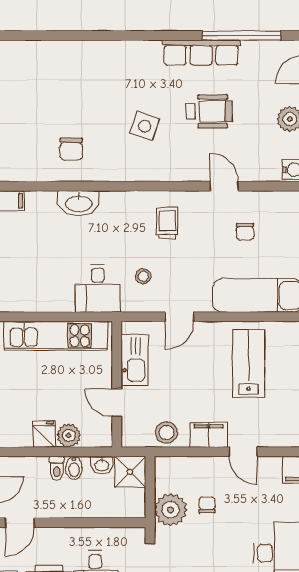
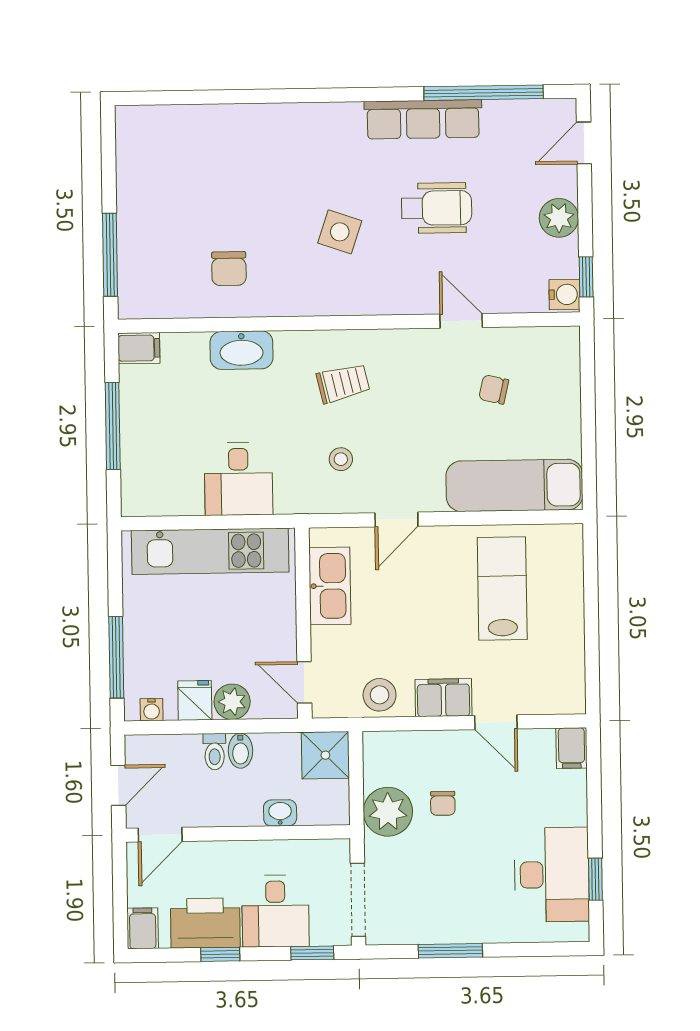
trolley: (167, 223) -> (343, 383), moved, turned 77
chair: (245, 232) -> (494, 389), turned 103
desk: (98, 288) -> (238, 479), moved
door: (117, 403) -> (304, 682), moved
water cooler: (15, 440) -> (152, 710), added
washbasin: (102, 465) -> (280, 813), moved, turned 180
chair: (207, 505) -> (443, 803), turned 180

